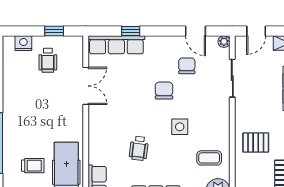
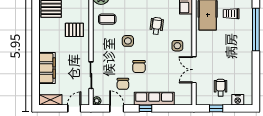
window: (131, 31) -> (146, 108), moved
row of seats: (116, 45) -> (154, 99), moved
side table: (109, 120) -> (177, 46), added

